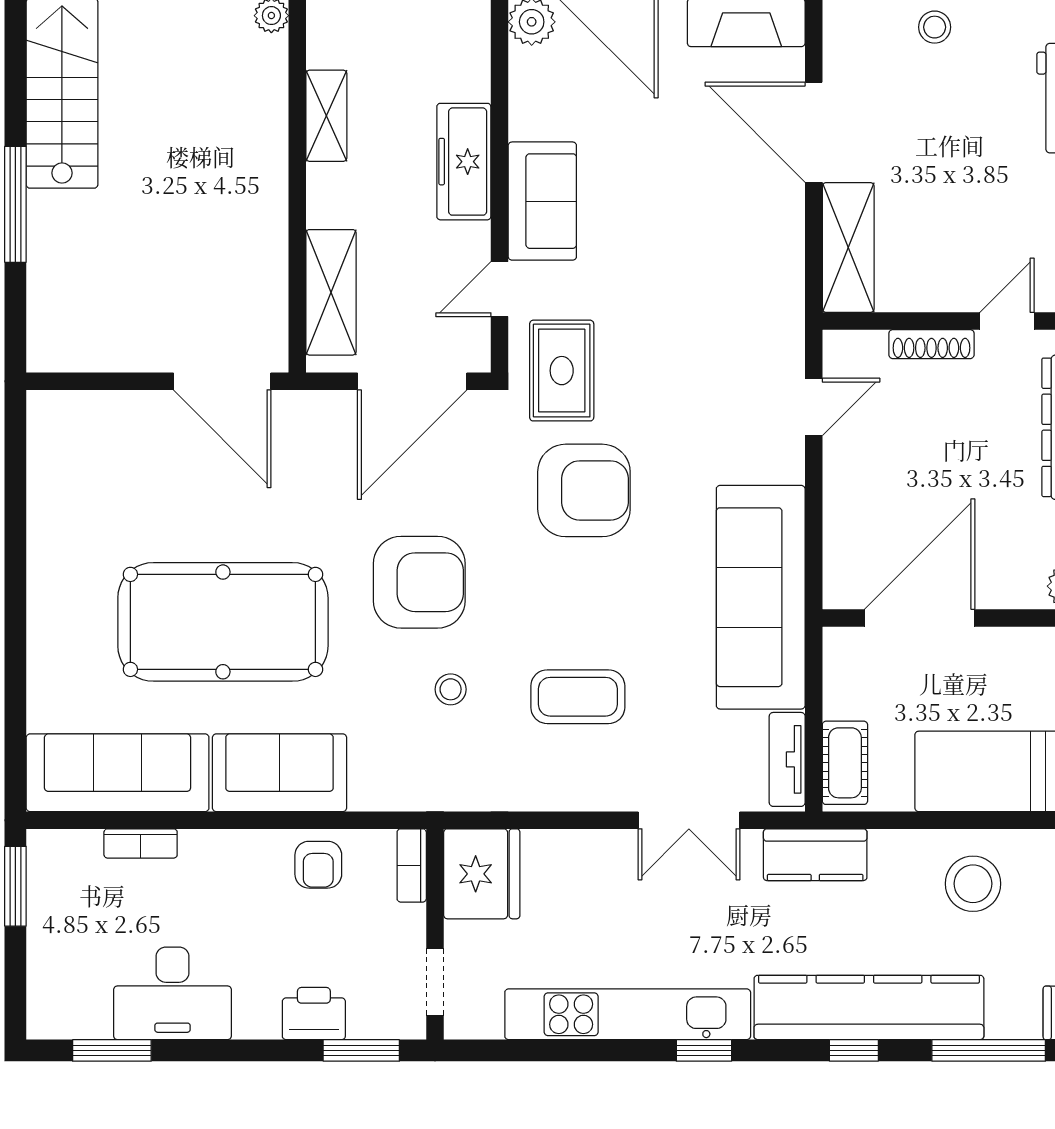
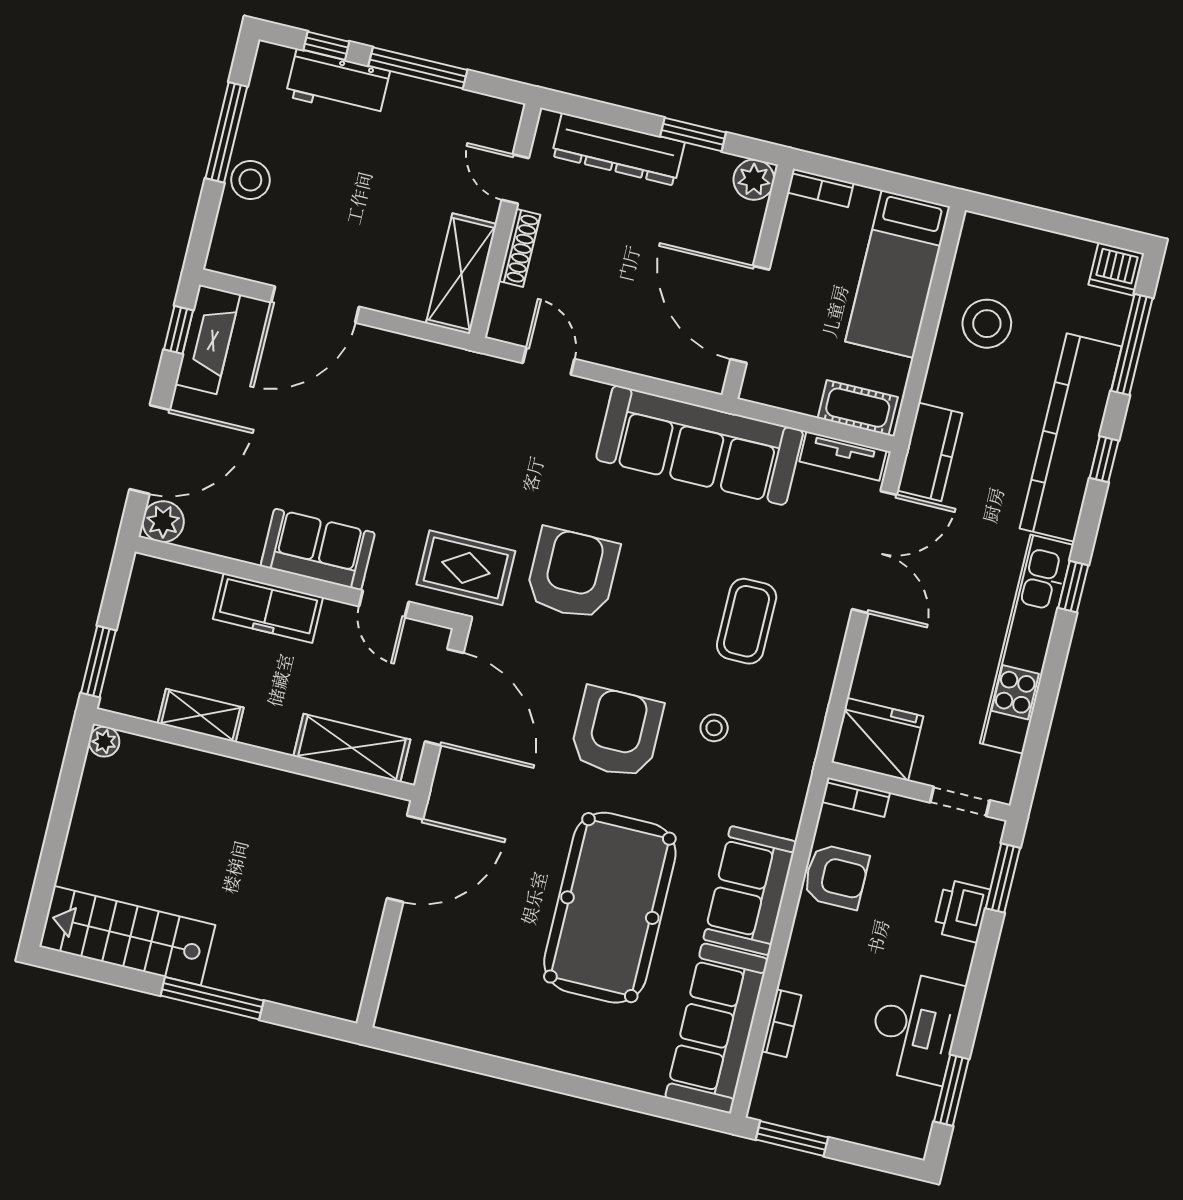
stool: (935, 27) -> (250, 180), width x1.37, depth x1.37
shelving: (848, 248) -> (461, 274), moved, turned 90
double door: (689, 820) -> (874, 552), width x1.37
armchair: (318, 865) -> (836, 876), width x1.38, depth x1.38

